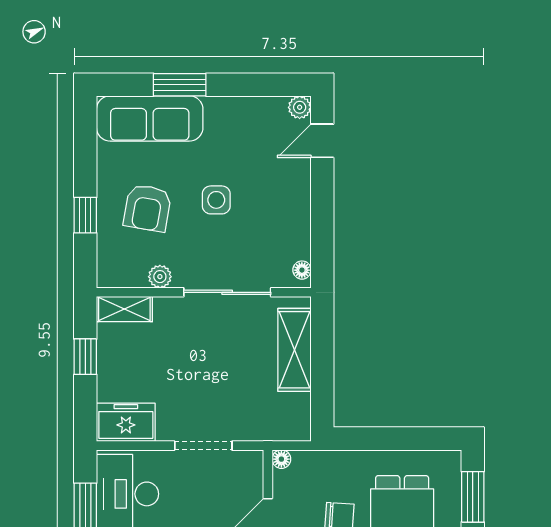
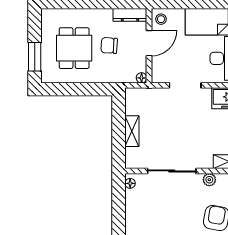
side table: (216, 200) -> (178, 222), removed
shelving: (294, 350) -> (132, 131), width x0.67, depth x0.75

